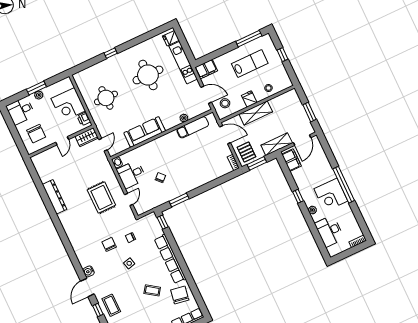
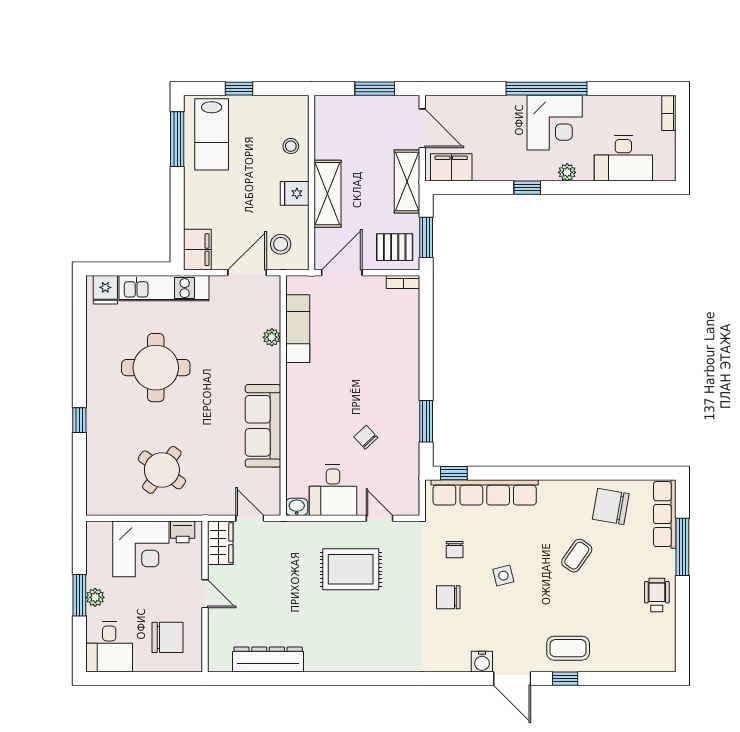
lab bench: (250, 64) -> (212, 134), moved, turned 180
round table: (106, 98) -> (162, 470), turned 36
dresser: (55, 197) -> (268, 659), moved
row of seats: (170, 259) -> (485, 492), moved

